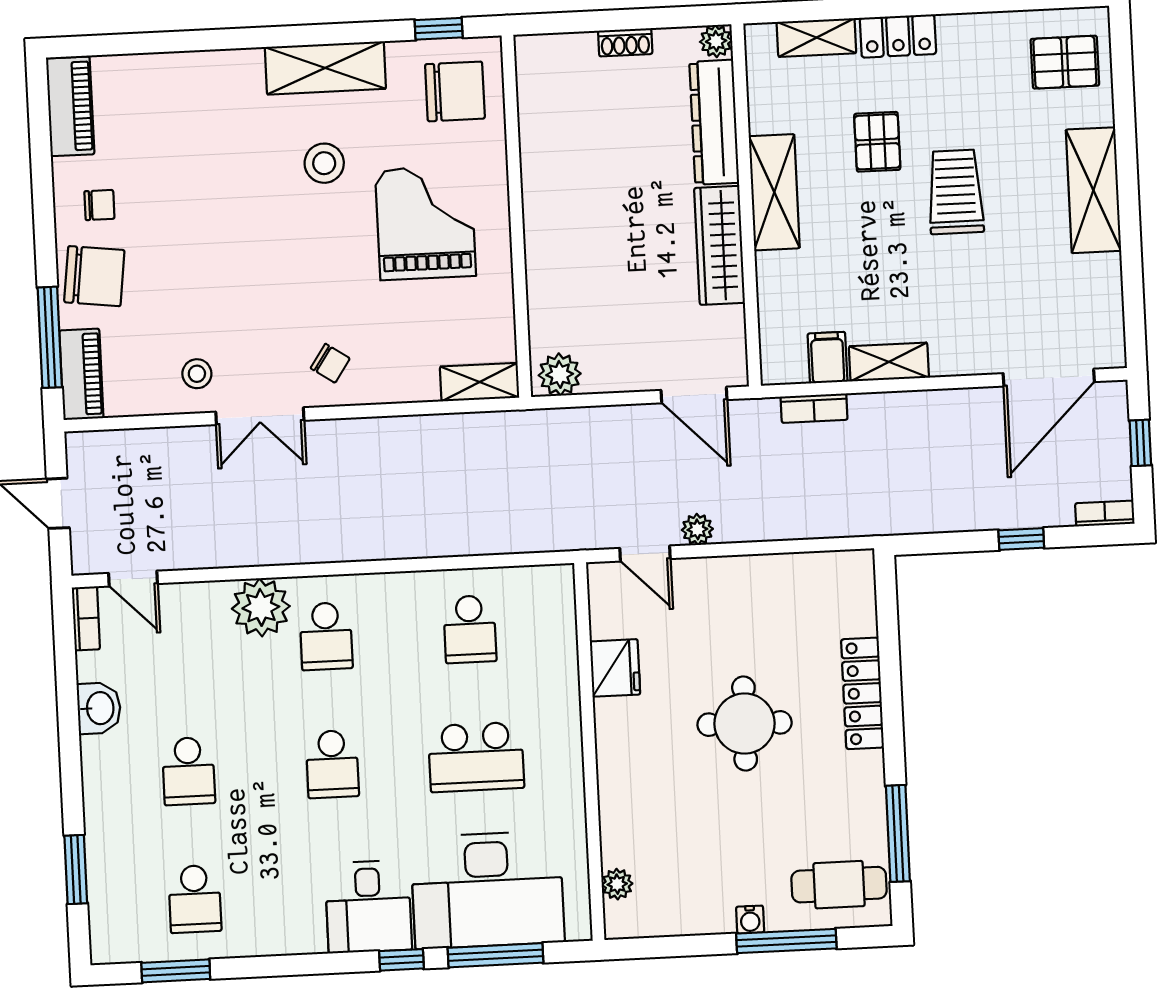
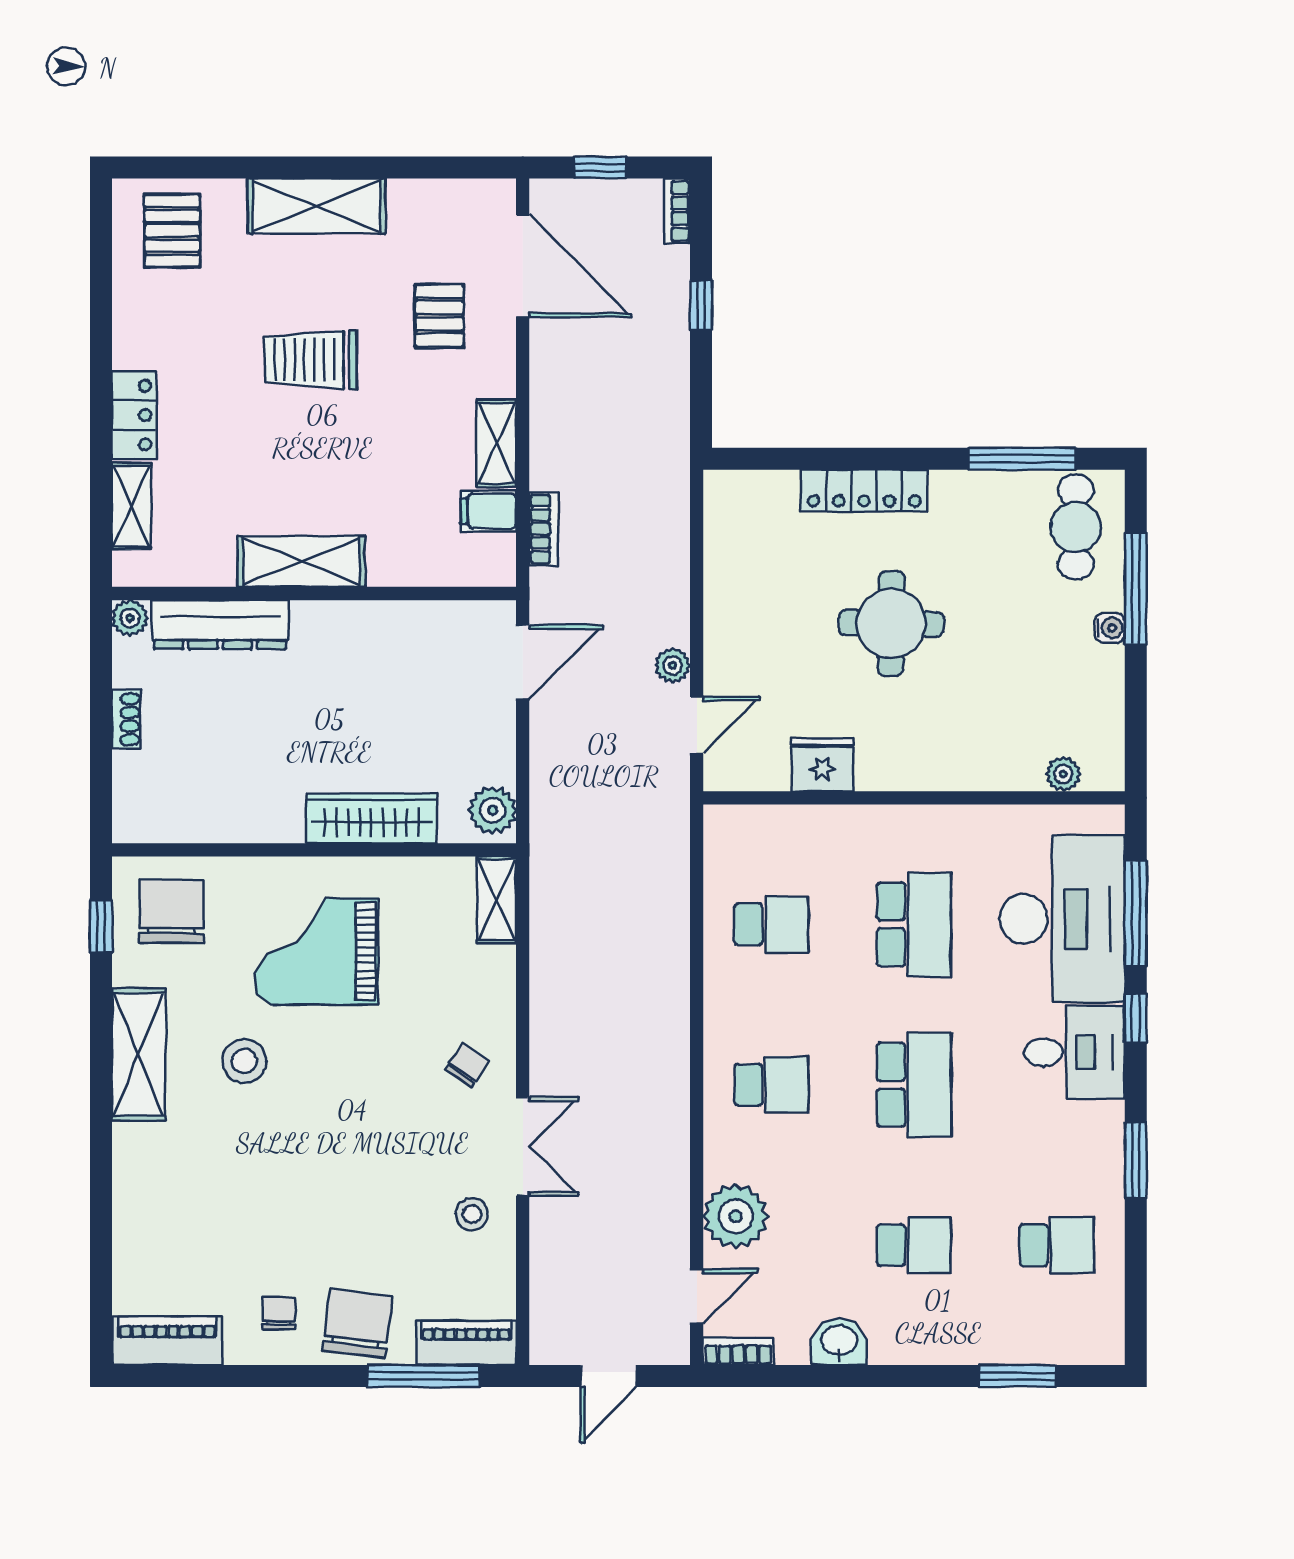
pallet: (877, 142) -> (439, 316), moved, turned 90
wardrobe: (720, 245) -> (372, 818), moved, turned 180
plant: (261, 607) -> (736, 1216), moved
school desk: (332, 764) -> (914, 1085), width x1.85
window: (176, 971) -> (1136, 1160), moved

